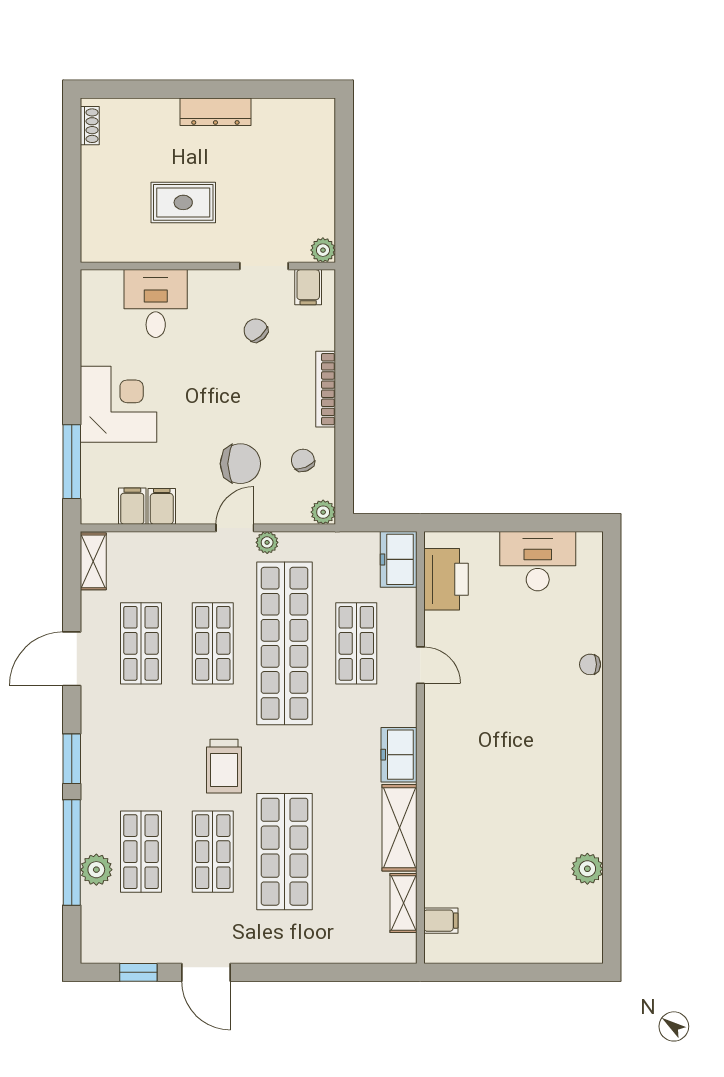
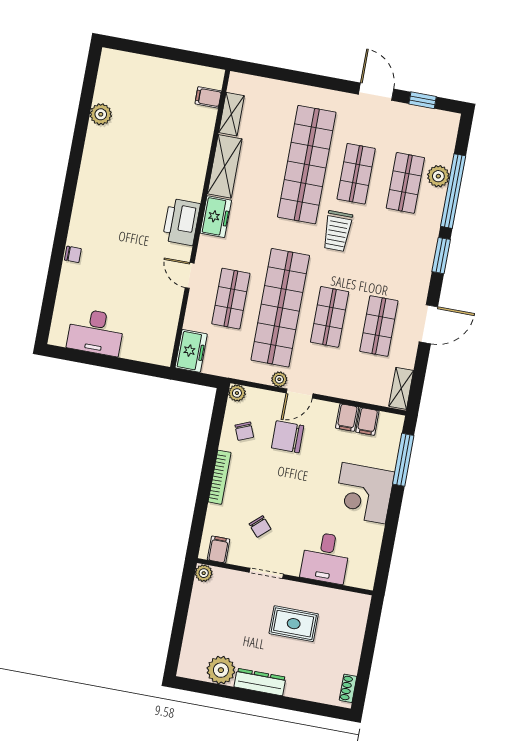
plant: (273, 118) -> (221, 670), added
doorway: (264, 266) -> (266, 573), moved
printer: (446, 579) -> (181, 222), moved
trolley: (224, 766) -> (337, 231), turned 180
shop shelf: (285, 852) -> (307, 165), width x1.40

